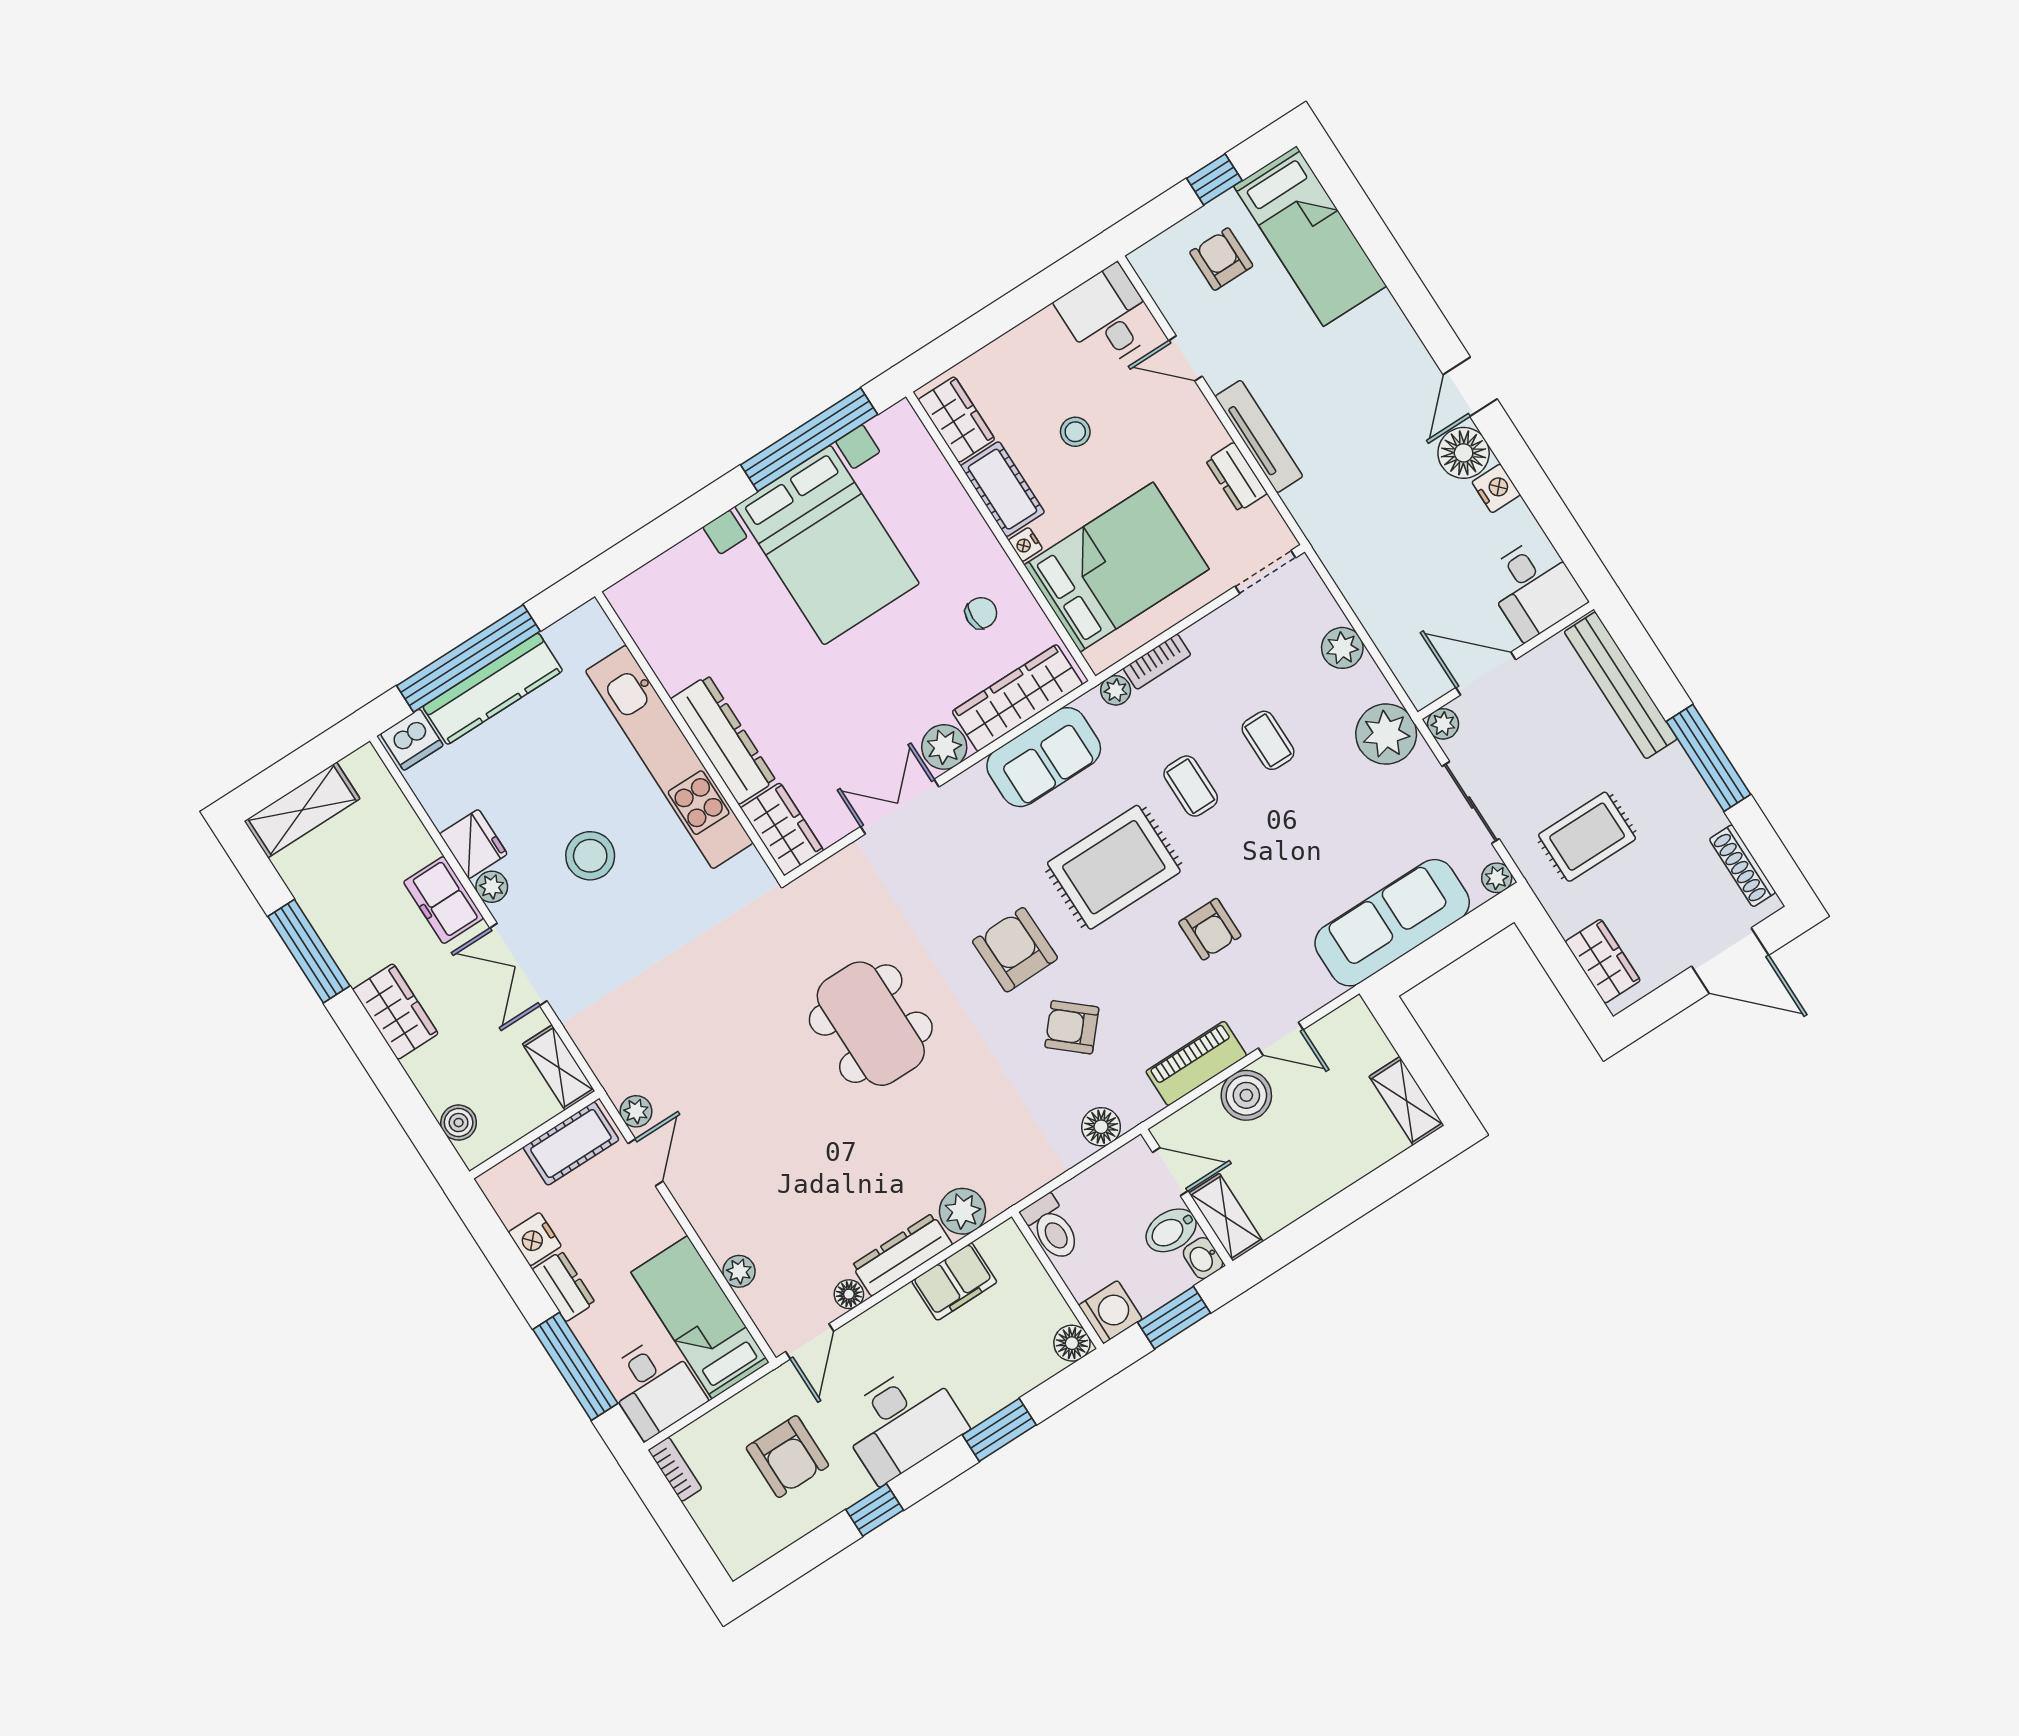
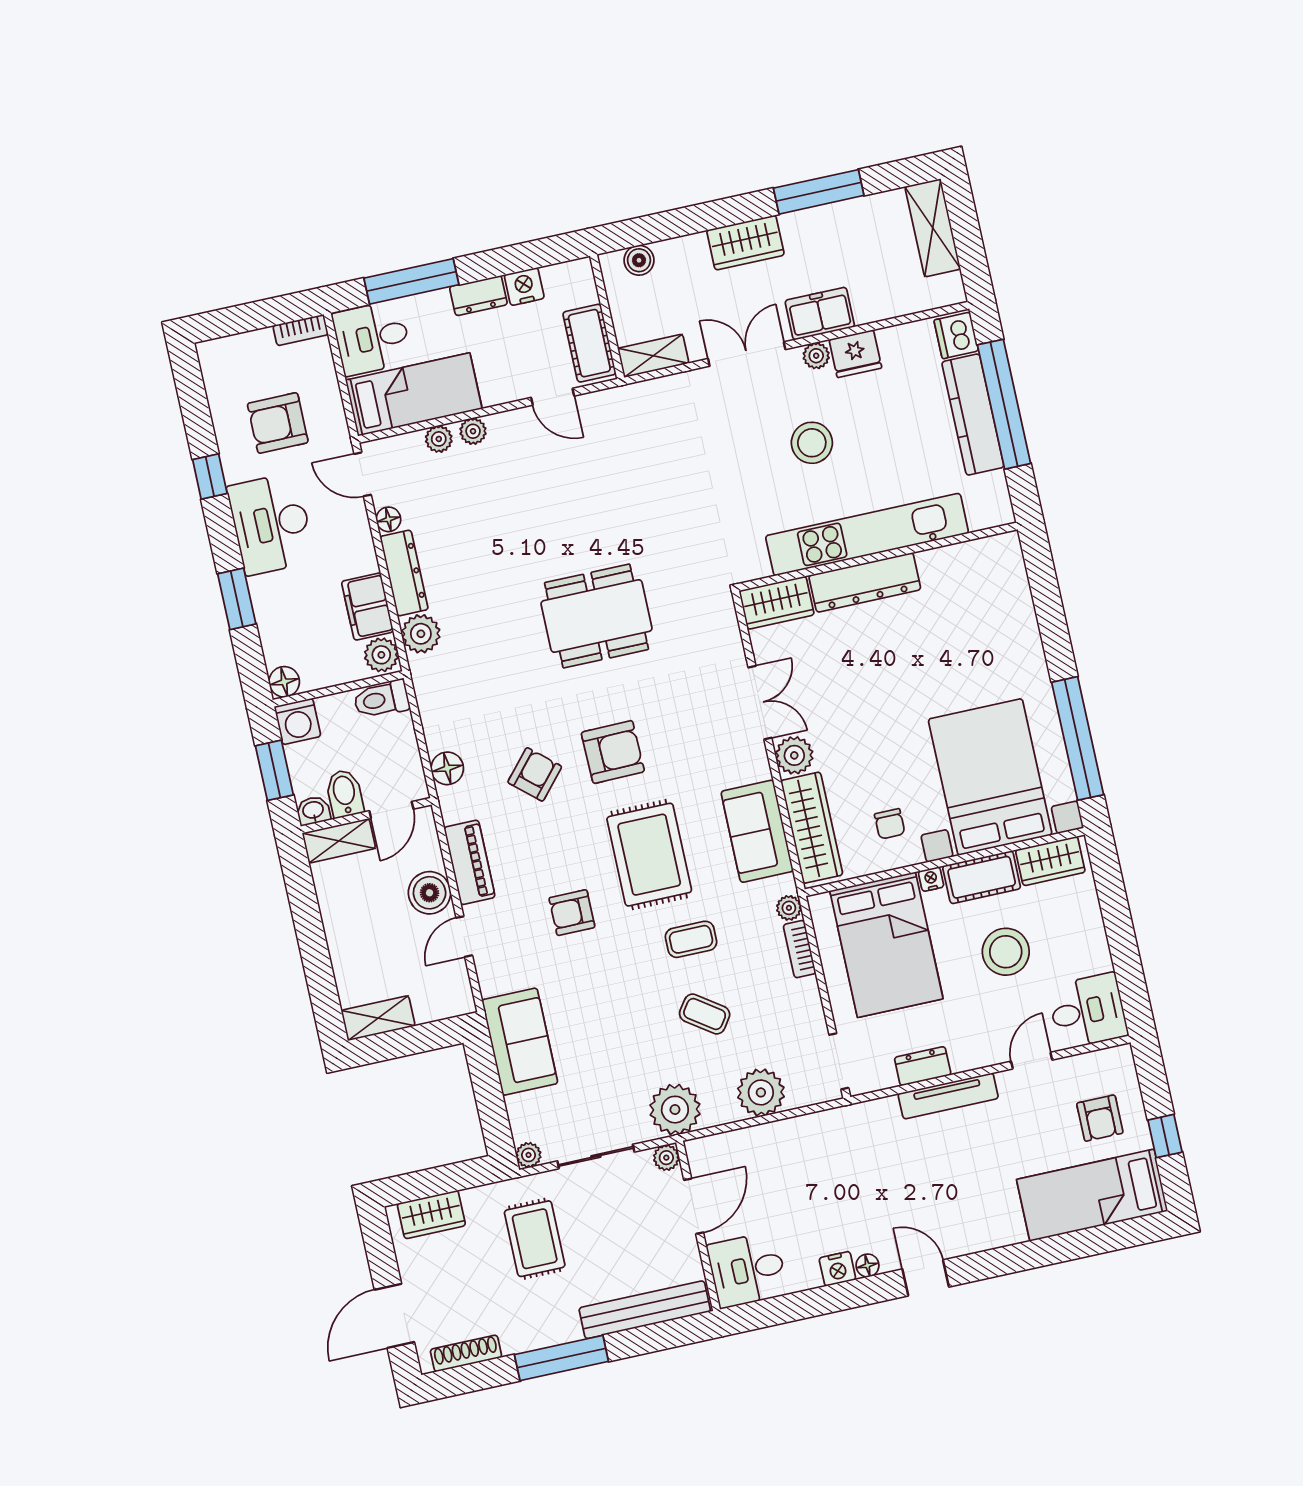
armchair: (1221, 259) -> (1100, 1118), turned 90
stool: (1075, 432) -> (1006, 952), width x1.89, depth x1.89
floor lamp: (1464, 453) -> (867, 1265), width x0.53, depth x0.53
bed with nightstands: (827, 545) -> (990, 777), moved, turned 90
plant: (1342, 648) -> (761, 1092), width x1.36, depth x1.36
coffee table: (1268, 740) -> (705, 1014), turned 35
sofa: (1392, 923) -> (520, 1042), width x0.73
plant: (636, 1111) -> (473, 431), moved
plant: (1002, 1246) -> (381, 655), added

